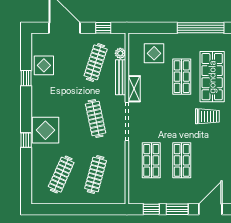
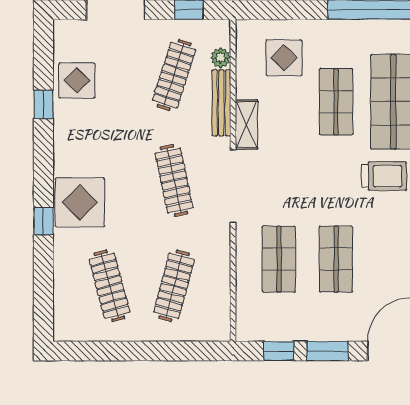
clothes rail: (61, 175) -> (110, 286), turned -39

